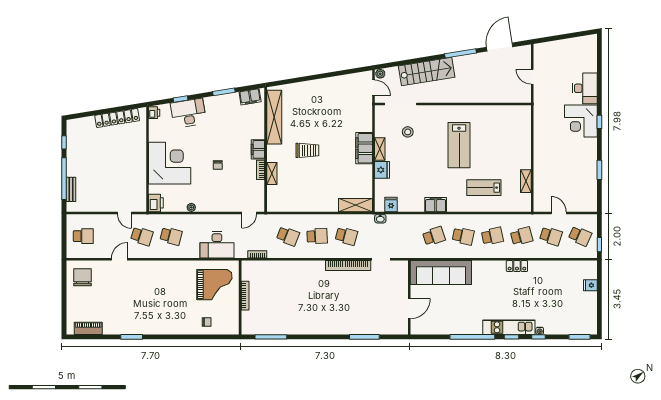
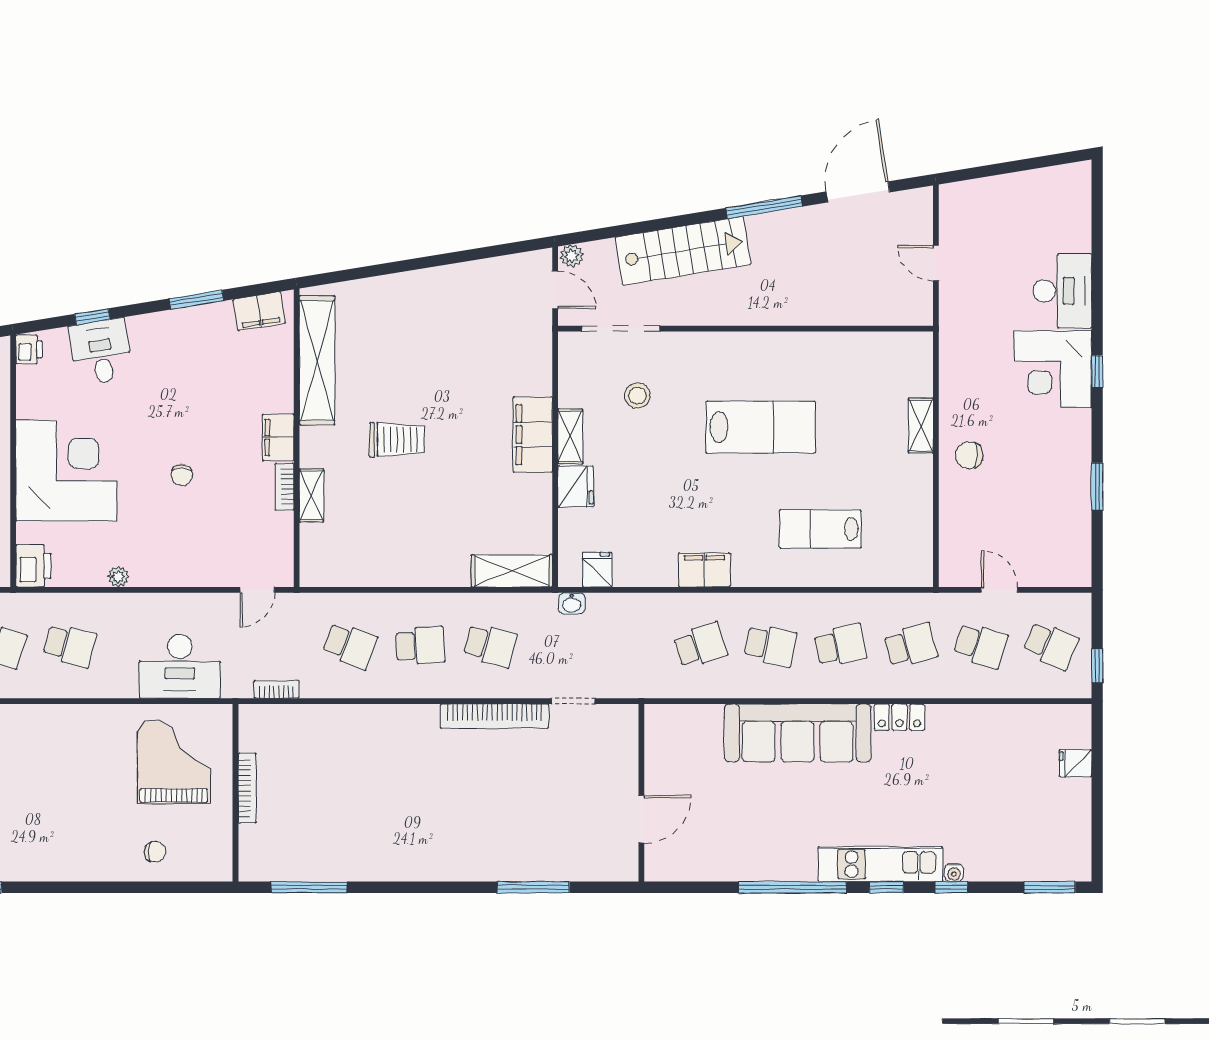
desk: (188, 113) -> (101, 352), width x0.73
lab bench: (459, 145) -> (760, 427), turned -90
chair: (546, 157) -> (969, 455), added
shelving: (526, 181) -> (921, 426), moved
sofa: (441, 273) -> (798, 733), moved
grand piano: (214, 285) -> (174, 762), turned -90

